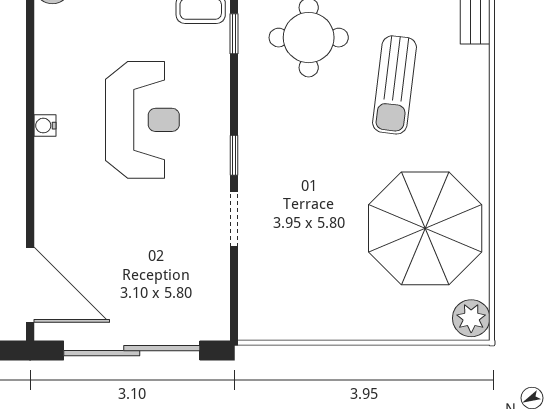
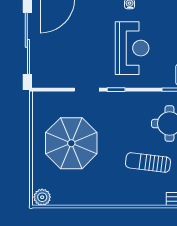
reception desk: (142, 120) -> (132, 48), turned -90
parasol: (425, 228) -> (71, 143), moved

